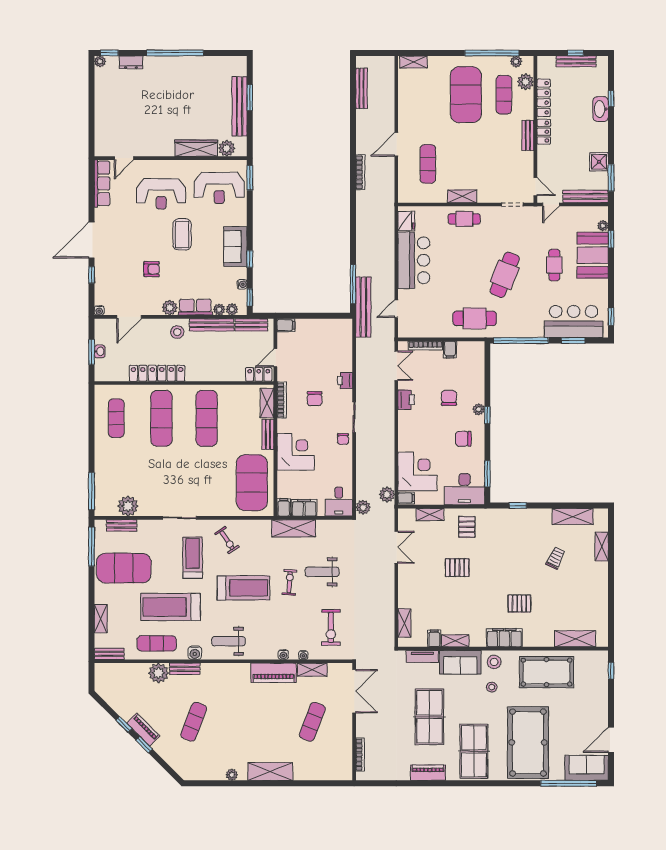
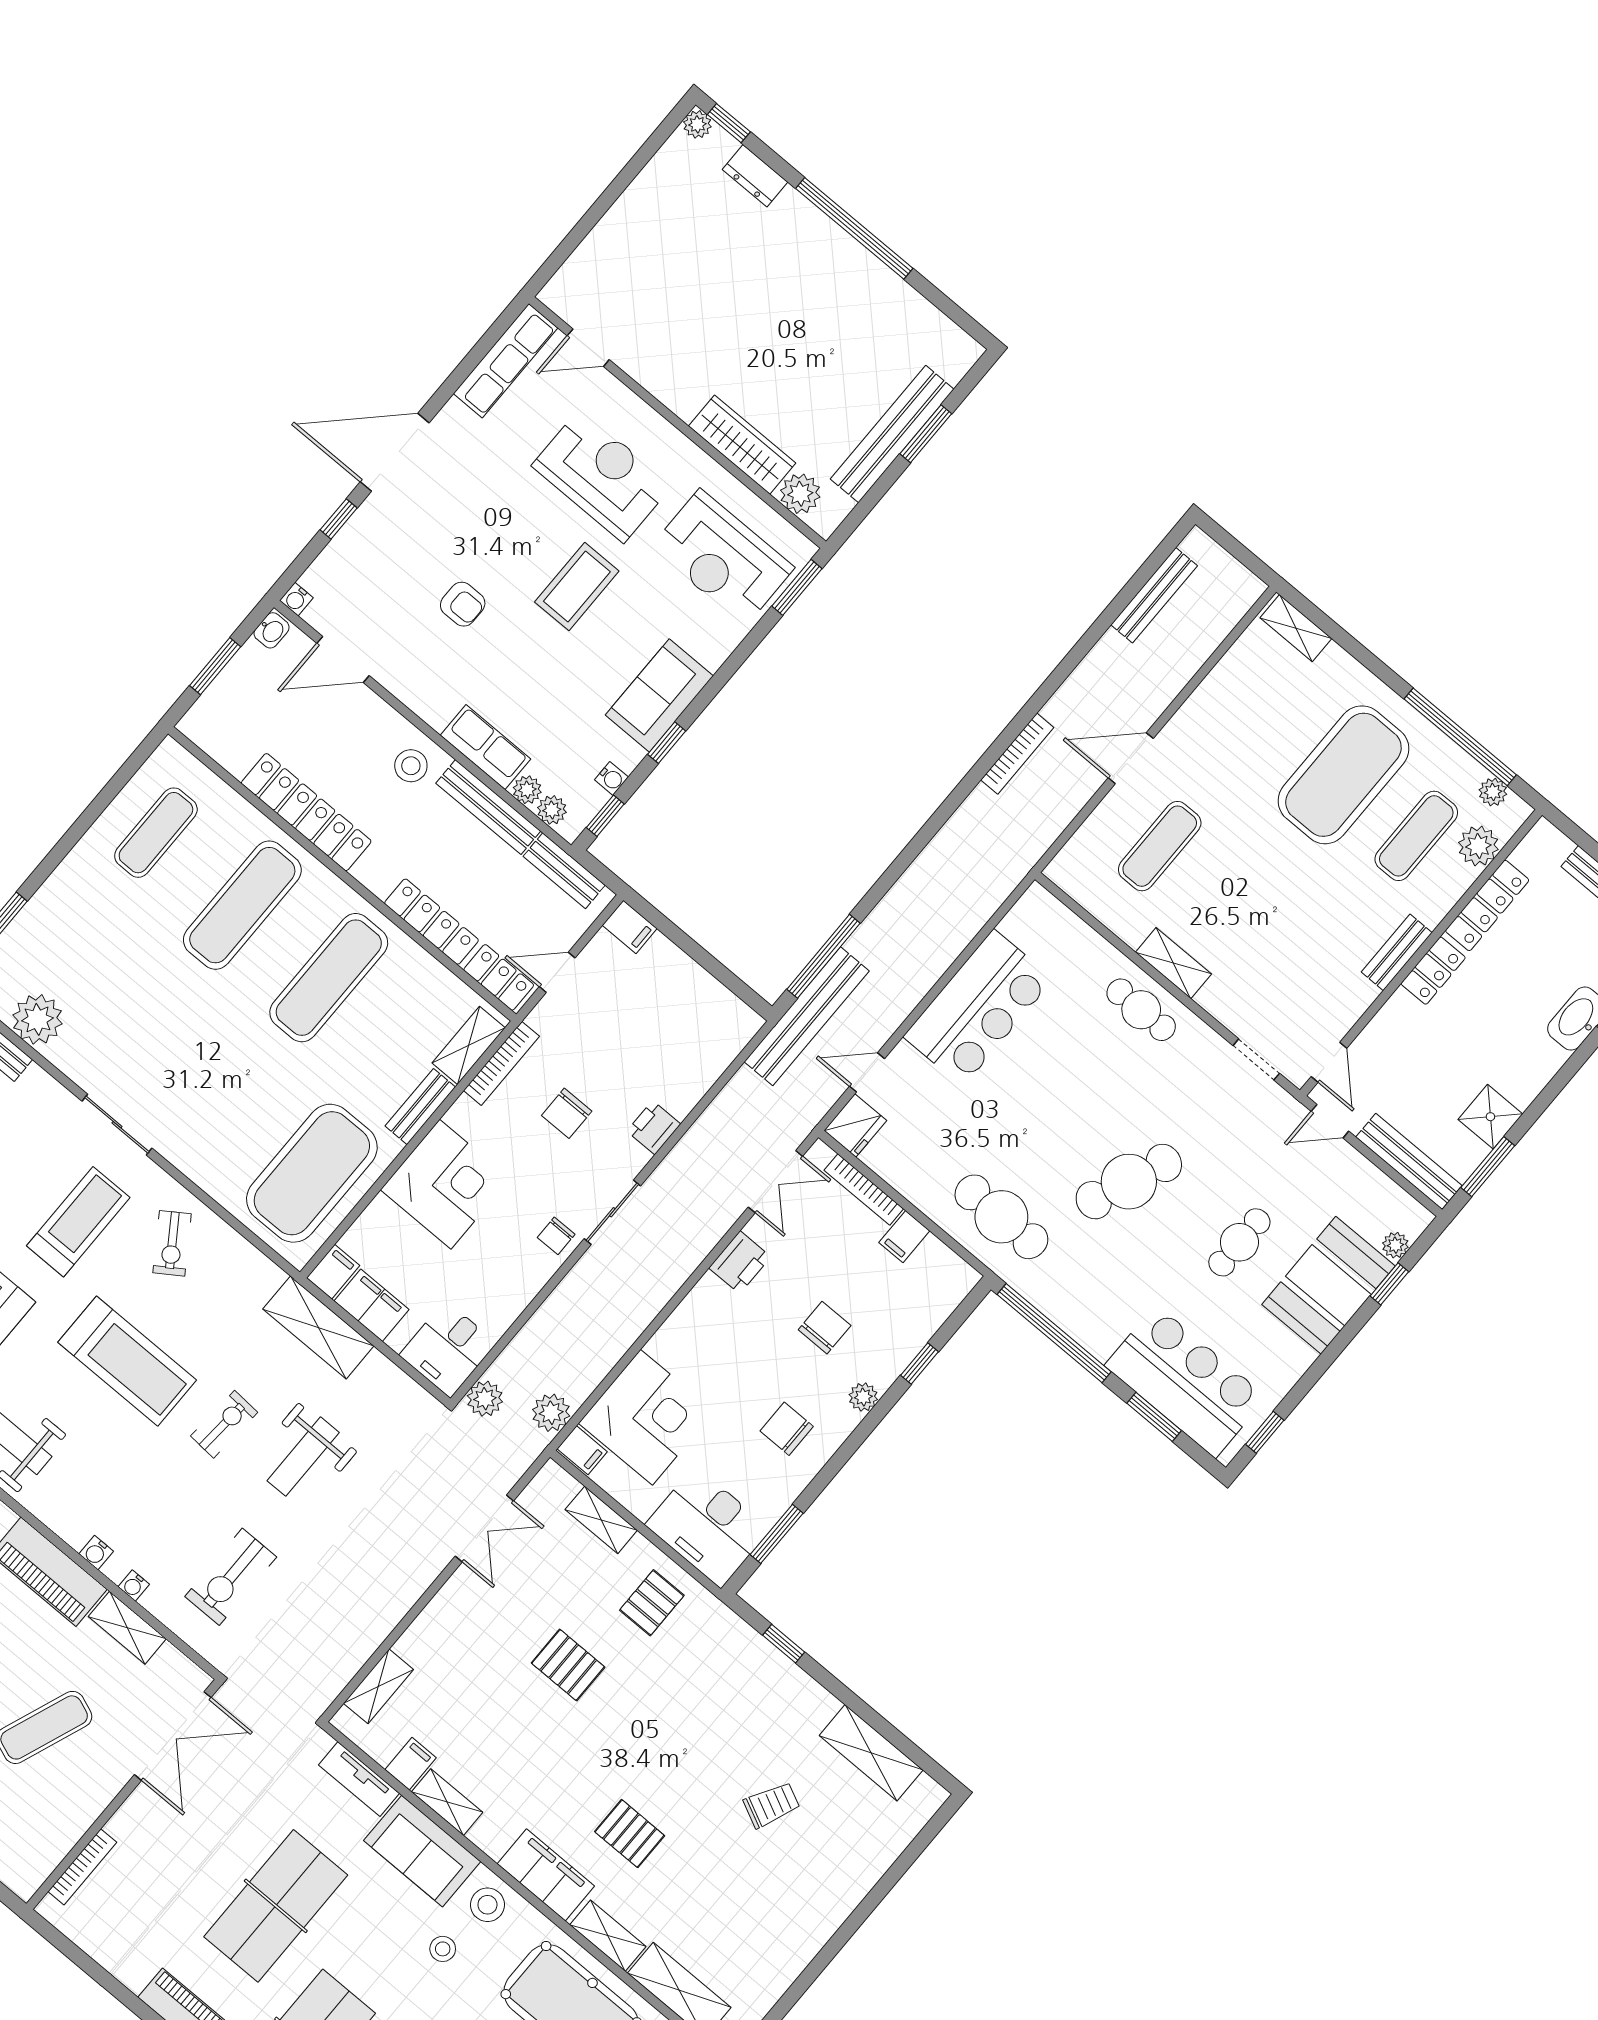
reception desk: (161, 194) -> (602, 476), turned 180
fridge: (406, 221) -> (855, 1125), moved
plant: (170, 308) -> (436, 707), removed
washbasin: (100, 351) -> (272, 630), moved
locker: (224, 375) -> (431, 922), added
window: (487, 415) -> (920, 1364), moved
shelving: (602, 546) -> (608, 1936), moved, turned 90
weight bench: (322, 572) -> (303, 1457), turned -90

